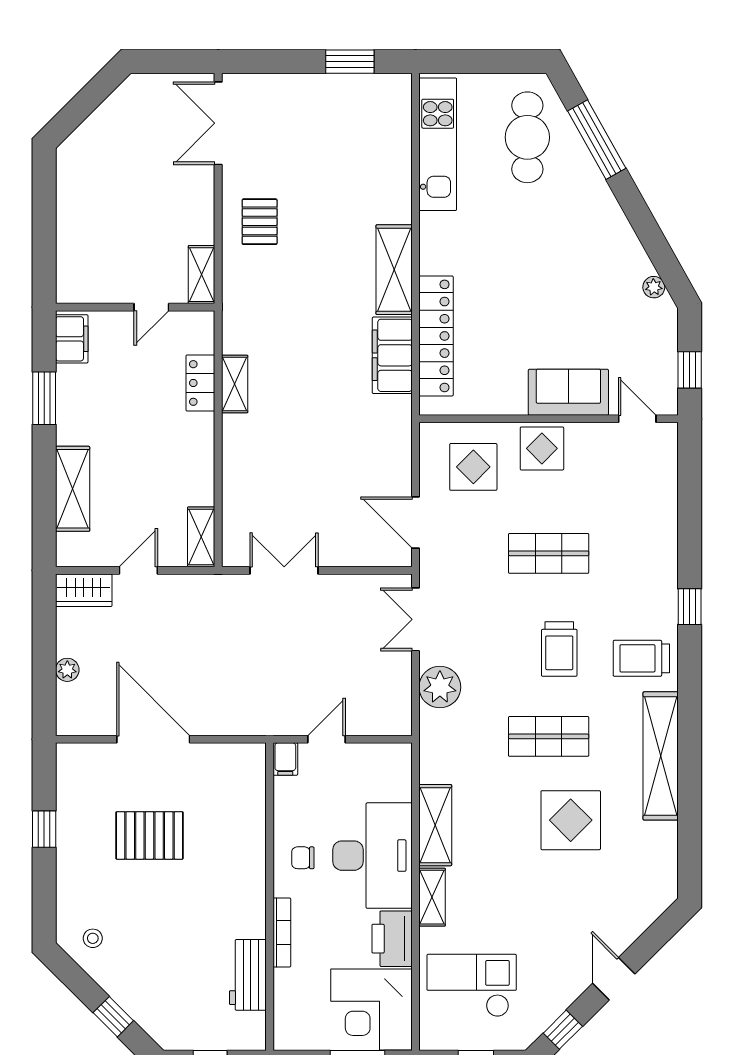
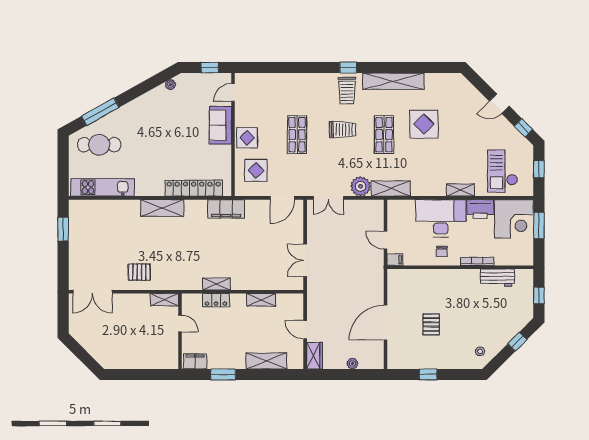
filing cabinet: (392, 355) -> (226, 209), moved
shelving: (201, 537) -> (261, 300), moved
window: (690, 607) -> (348, 68), moved
shelving: (435, 825) -> (391, 189), moved
pallet: (149, 835) -> (431, 324), width x0.67, depth x0.71

